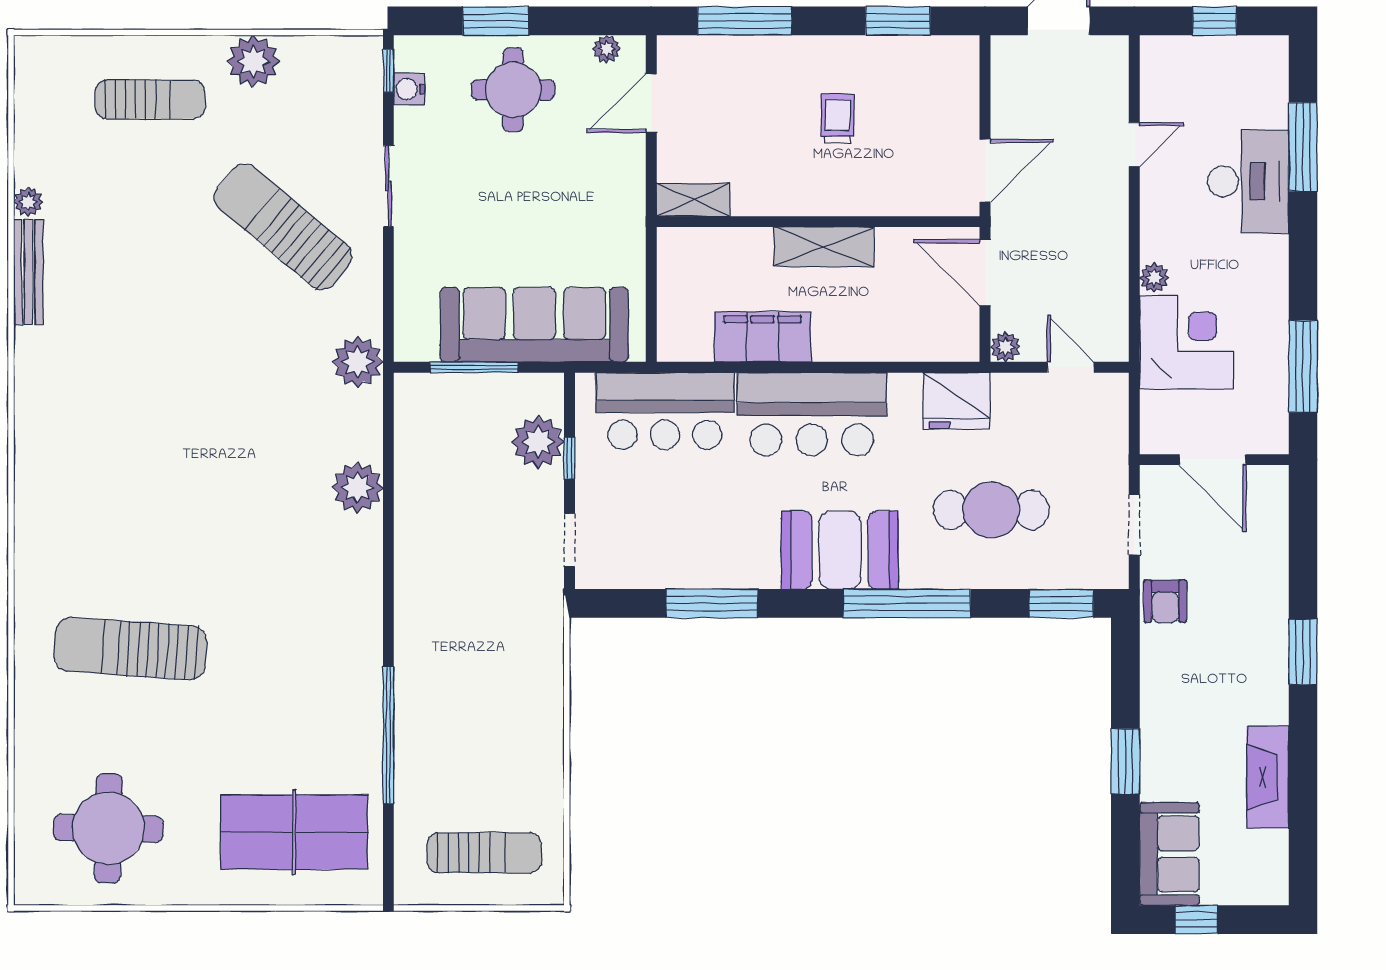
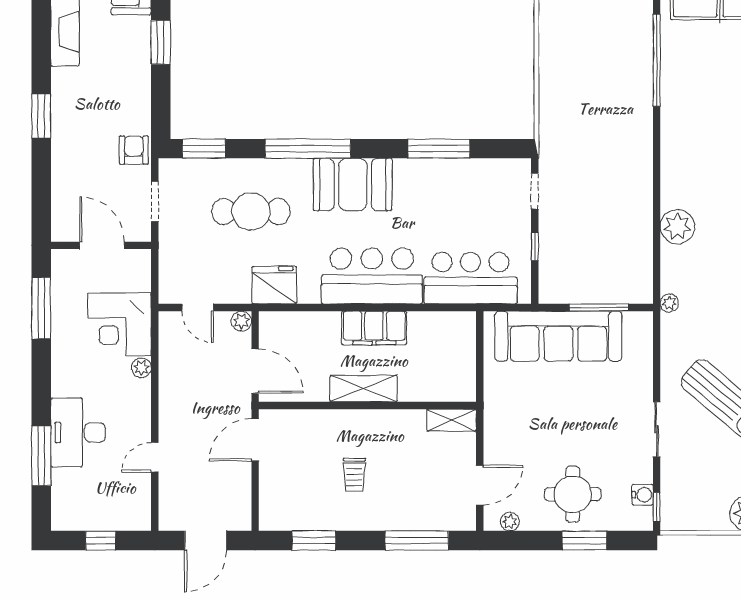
filing cabinet: (763, 337) -> (374, 328), moved
plant: (358, 362) -> (669, 303), width x0.53, depth x0.53
plant: (538, 442) -> (556, 257), removed

